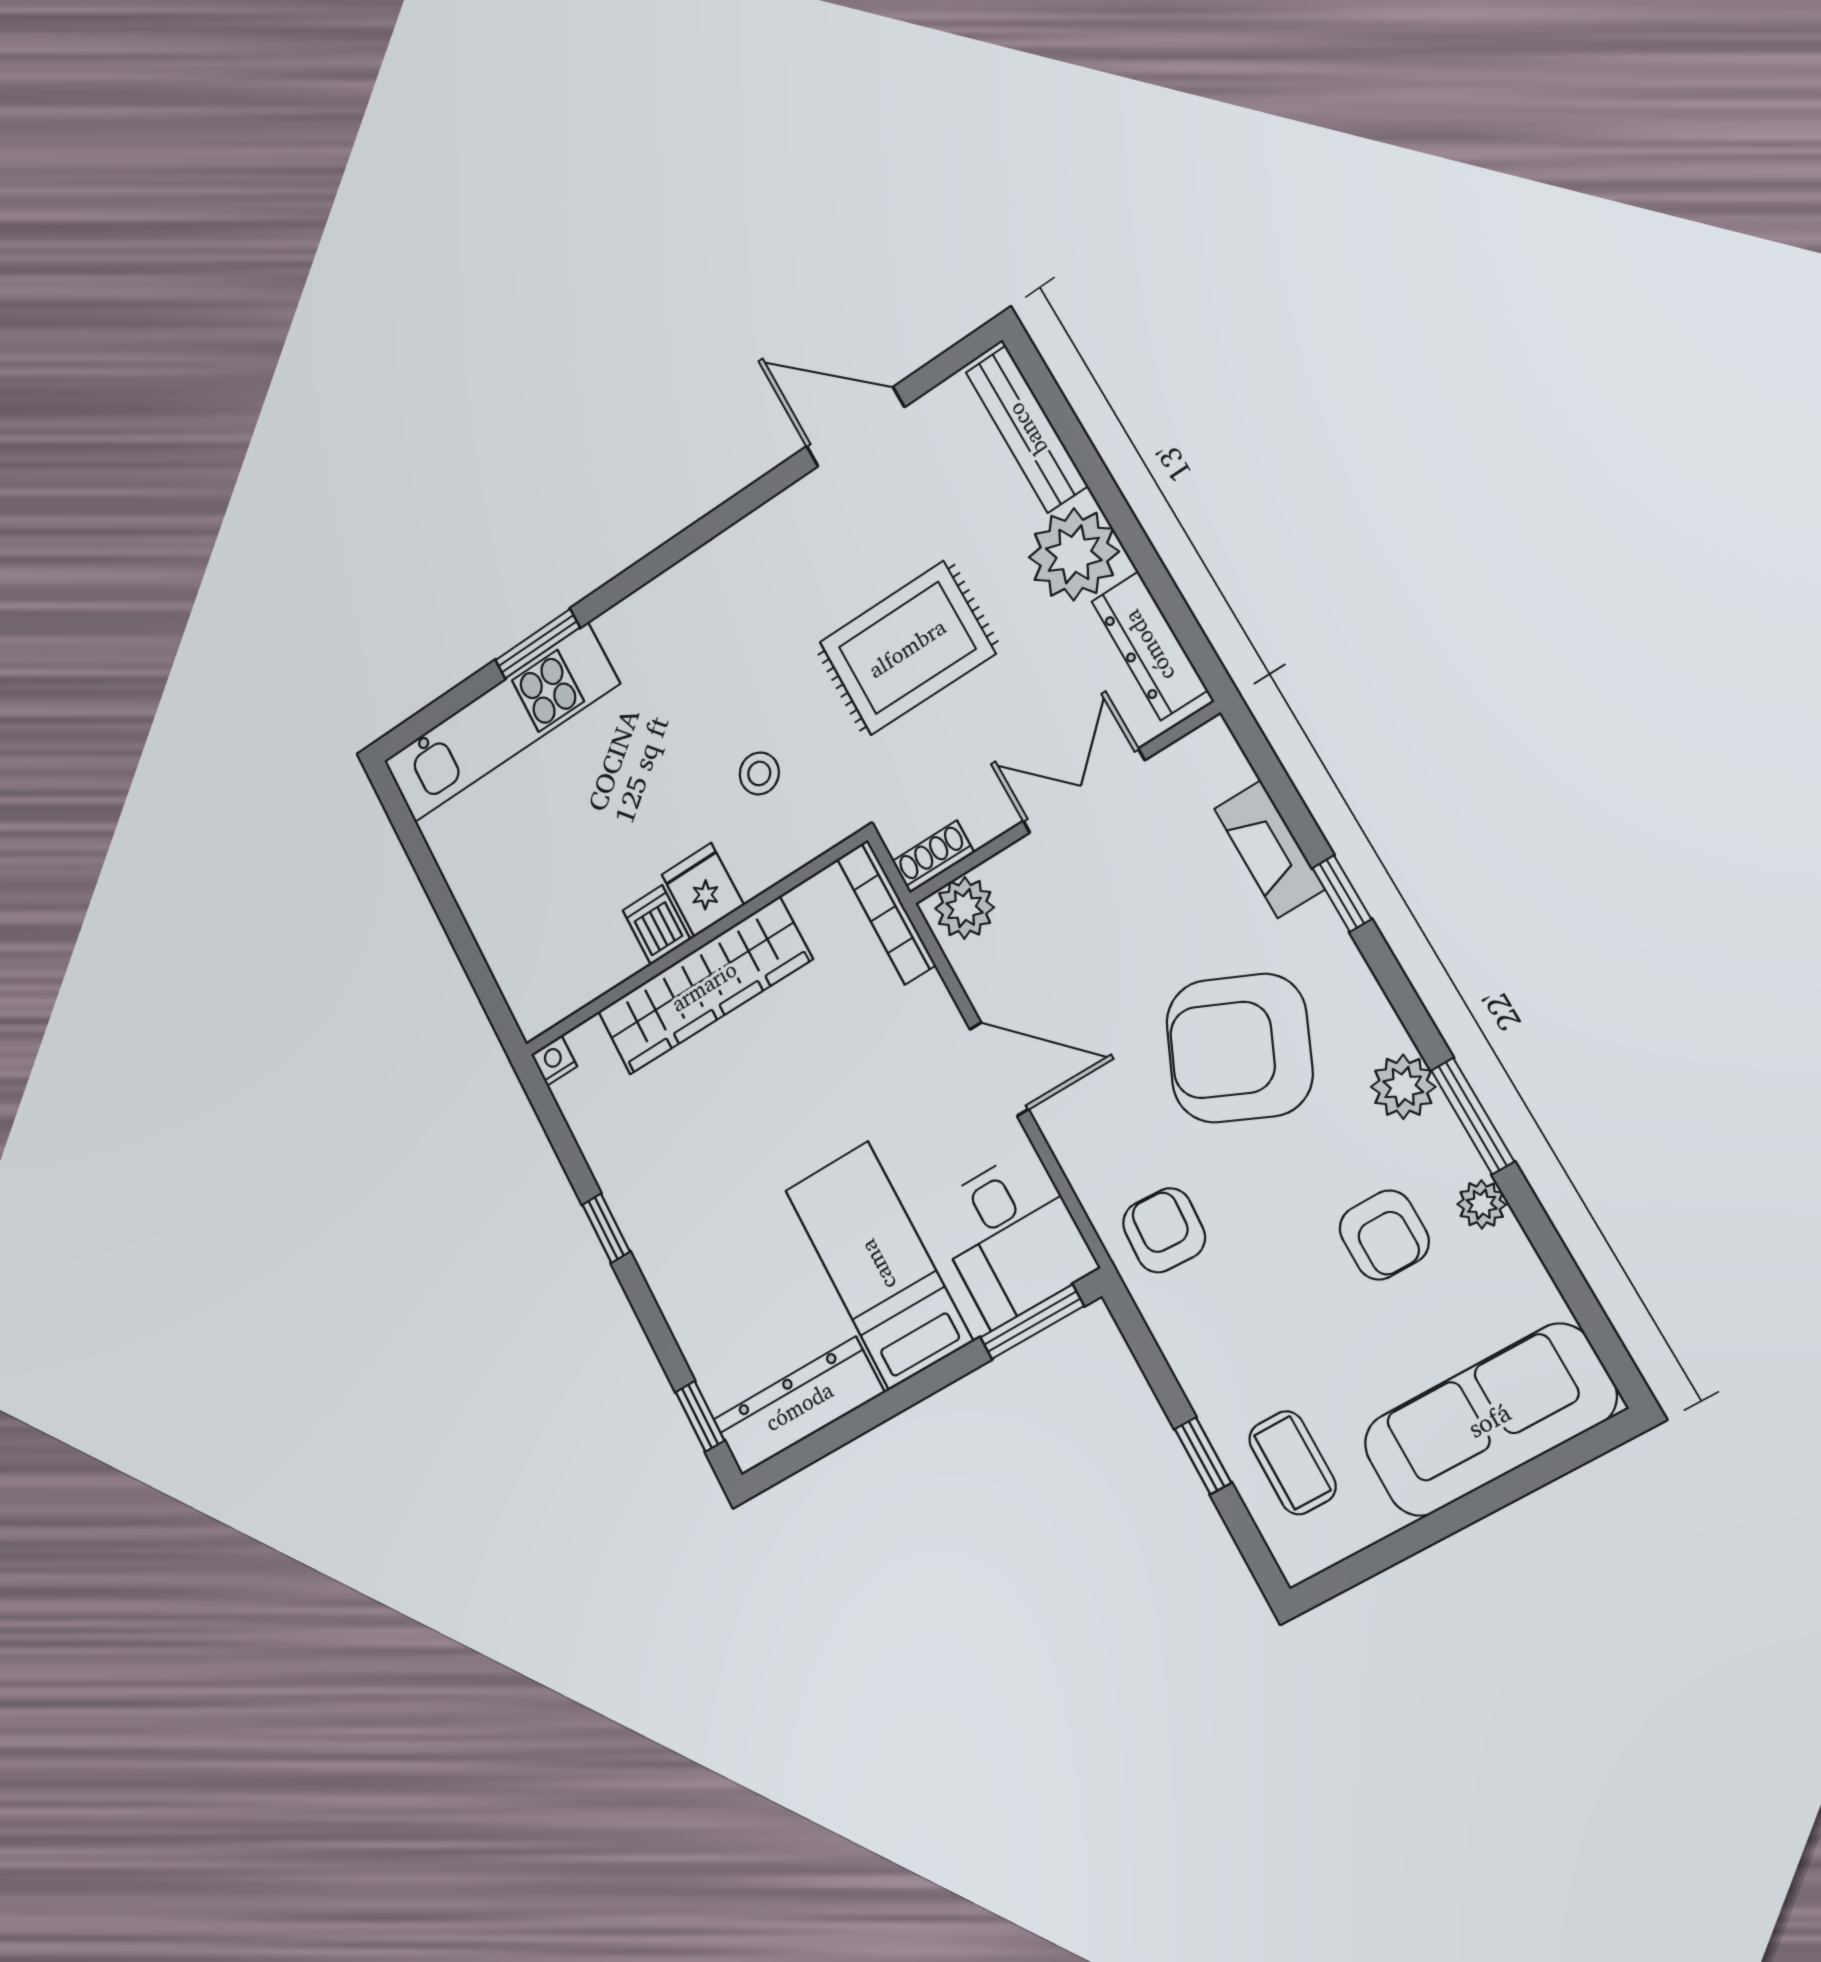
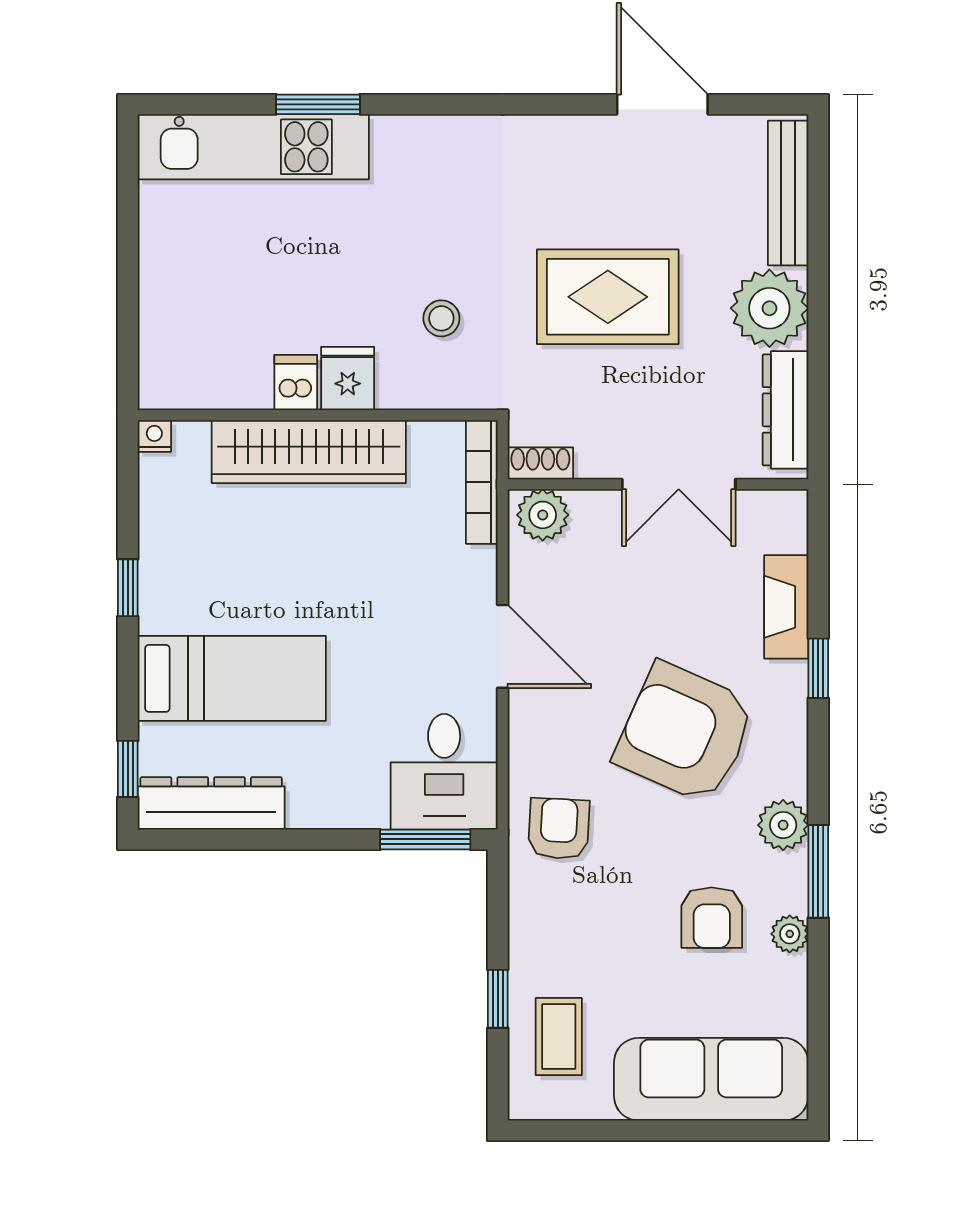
double door: (1084, 791) -> (679, 484), swing flipped
bed: (878, 1265) -> (232, 678), moved, turned 90

